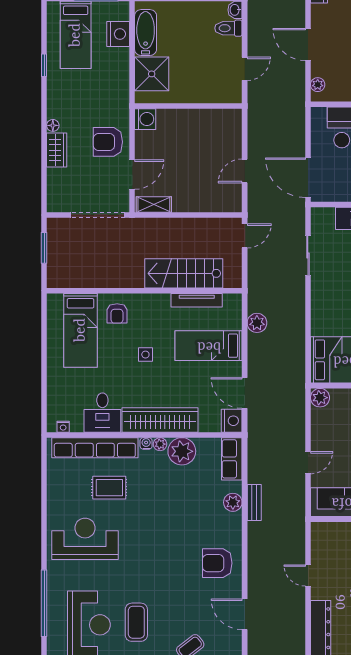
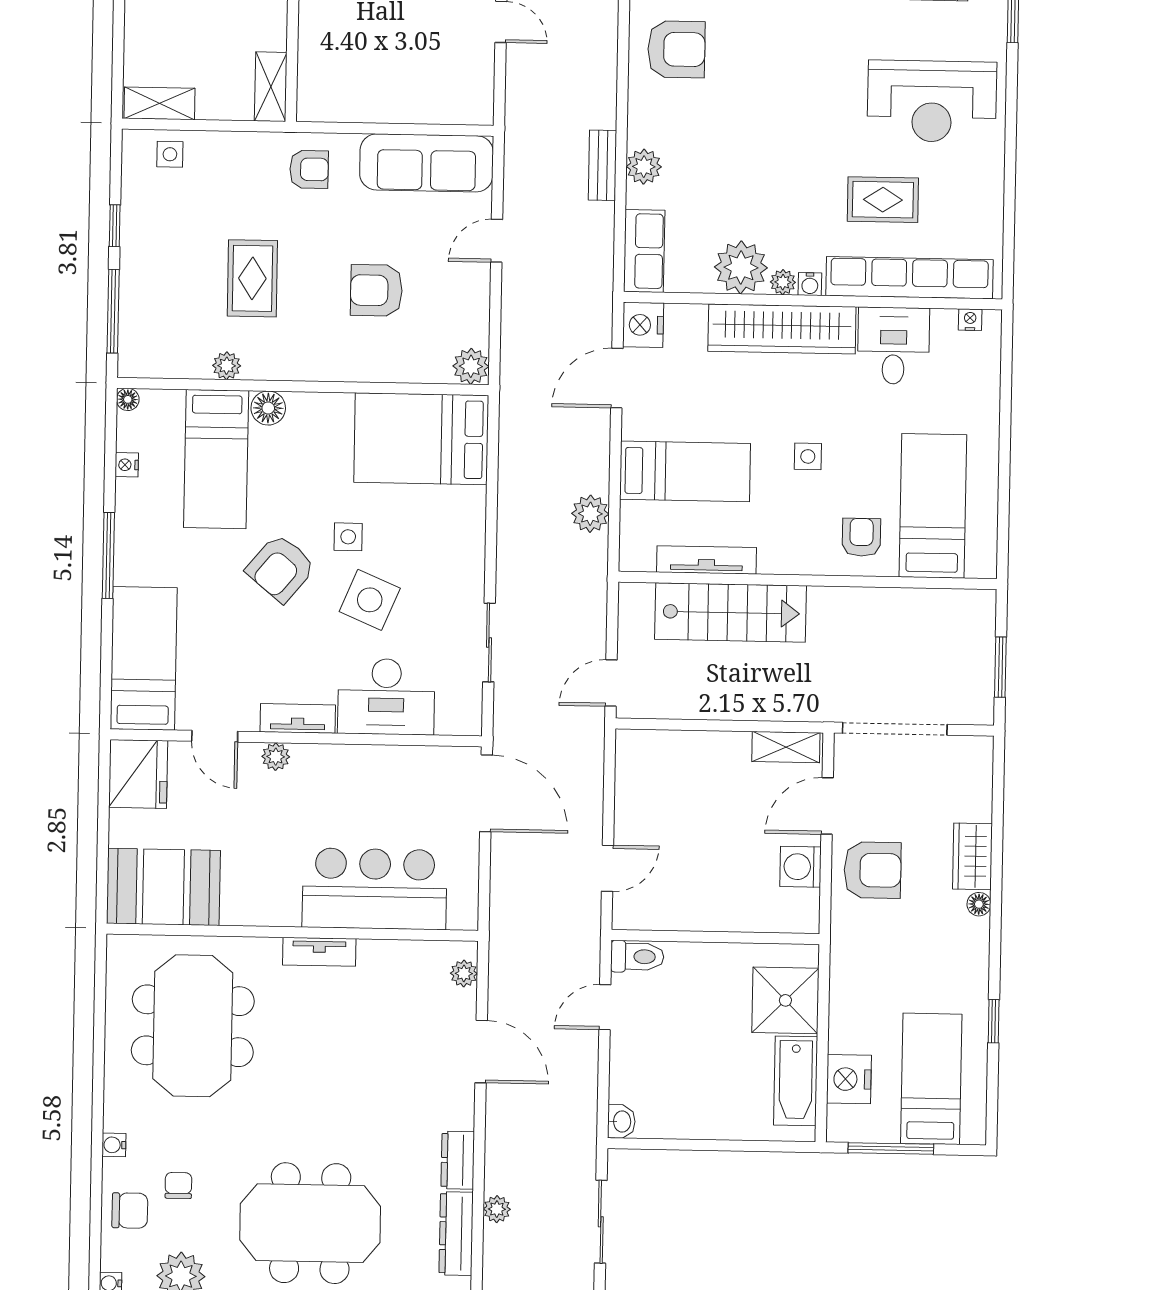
toilet: (228, 28) -> (637, 957), moved
washing machine: (145, 119) -> (800, 867), moved
door: (245, 171) -> (607, 868), moved
door: (245, 393) -> (617, 378), swing flipped

